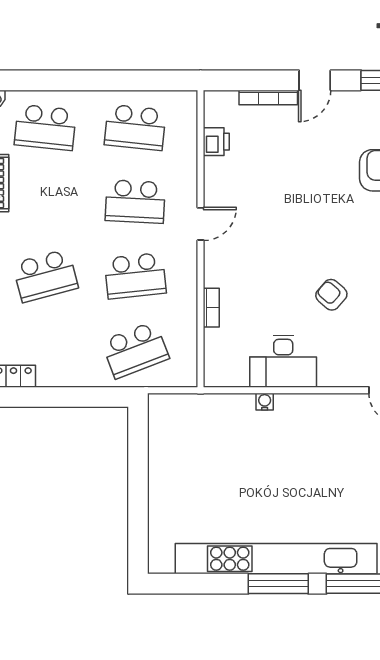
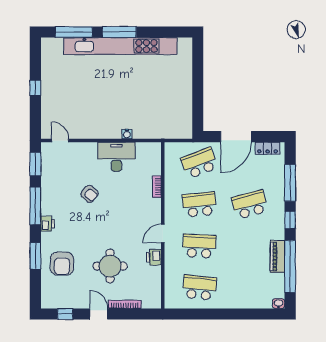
door: (315, 80) -> (99, 314), hinge flipped
school desk: (45, 127) -> (250, 288), removed
printer: (216, 142) -> (154, 257), moved
round table: (295, 166) -> (110, 266), added
door: (70, 397) -> (236, 137), added

